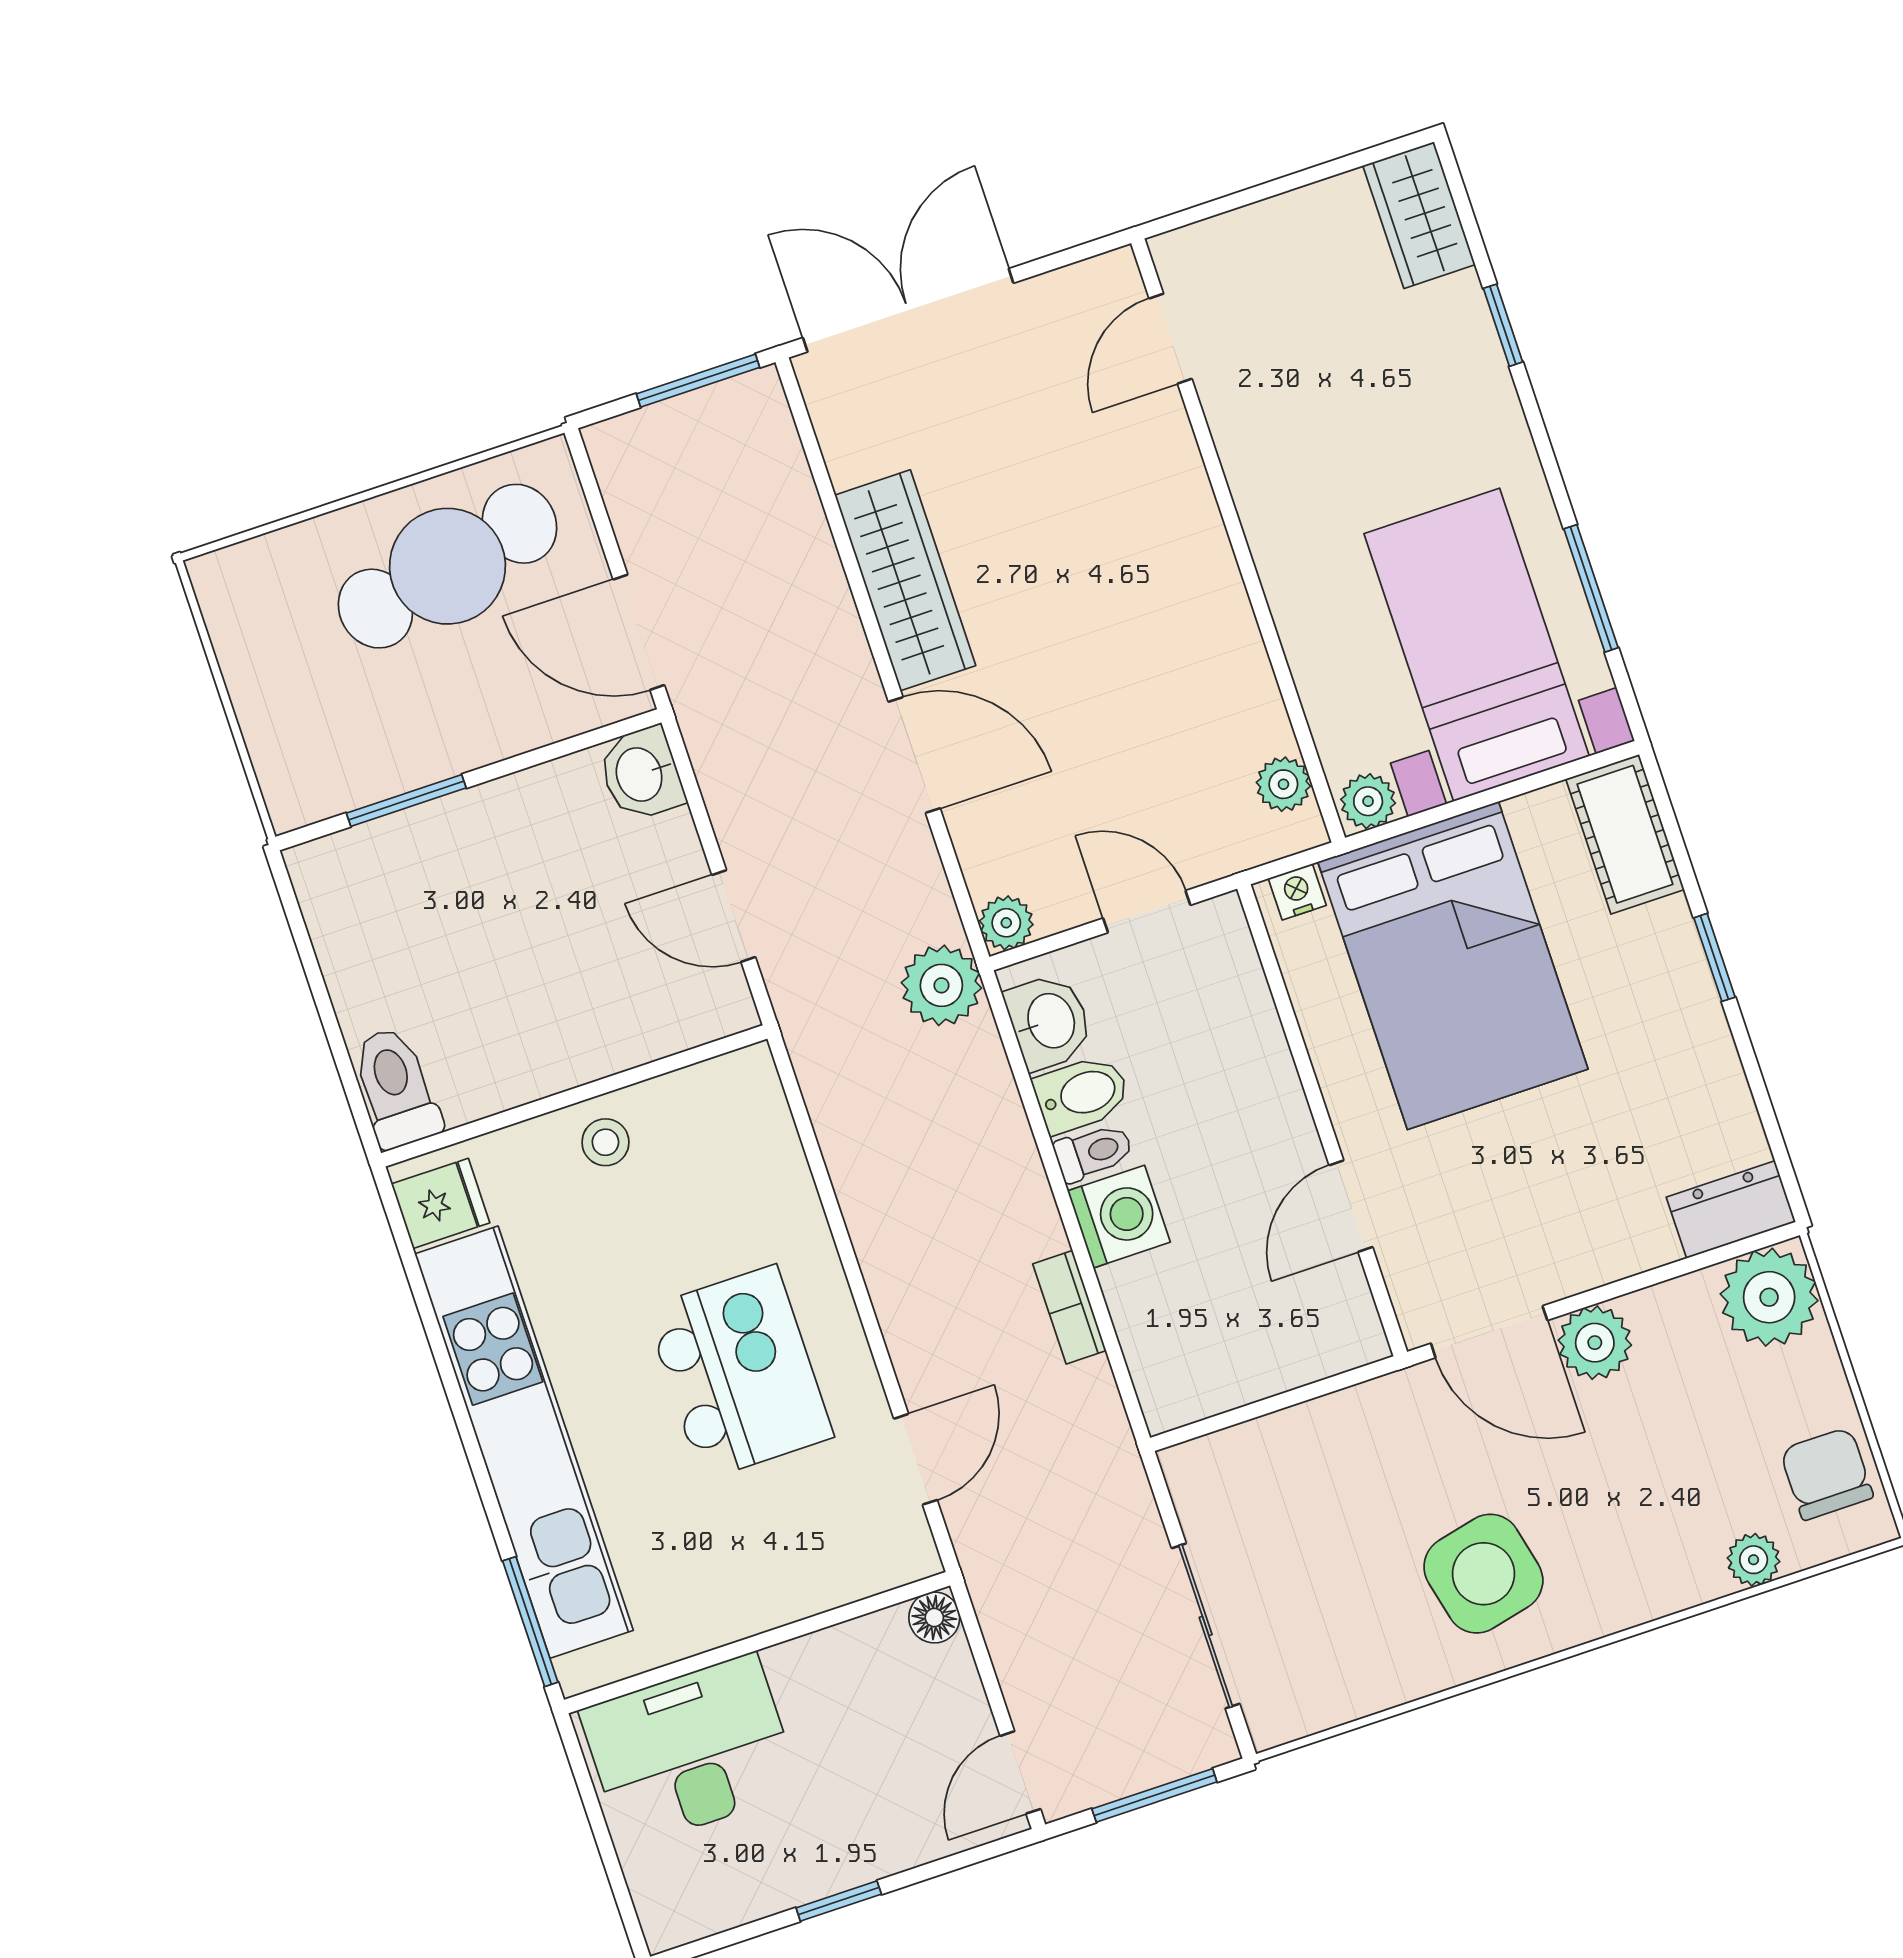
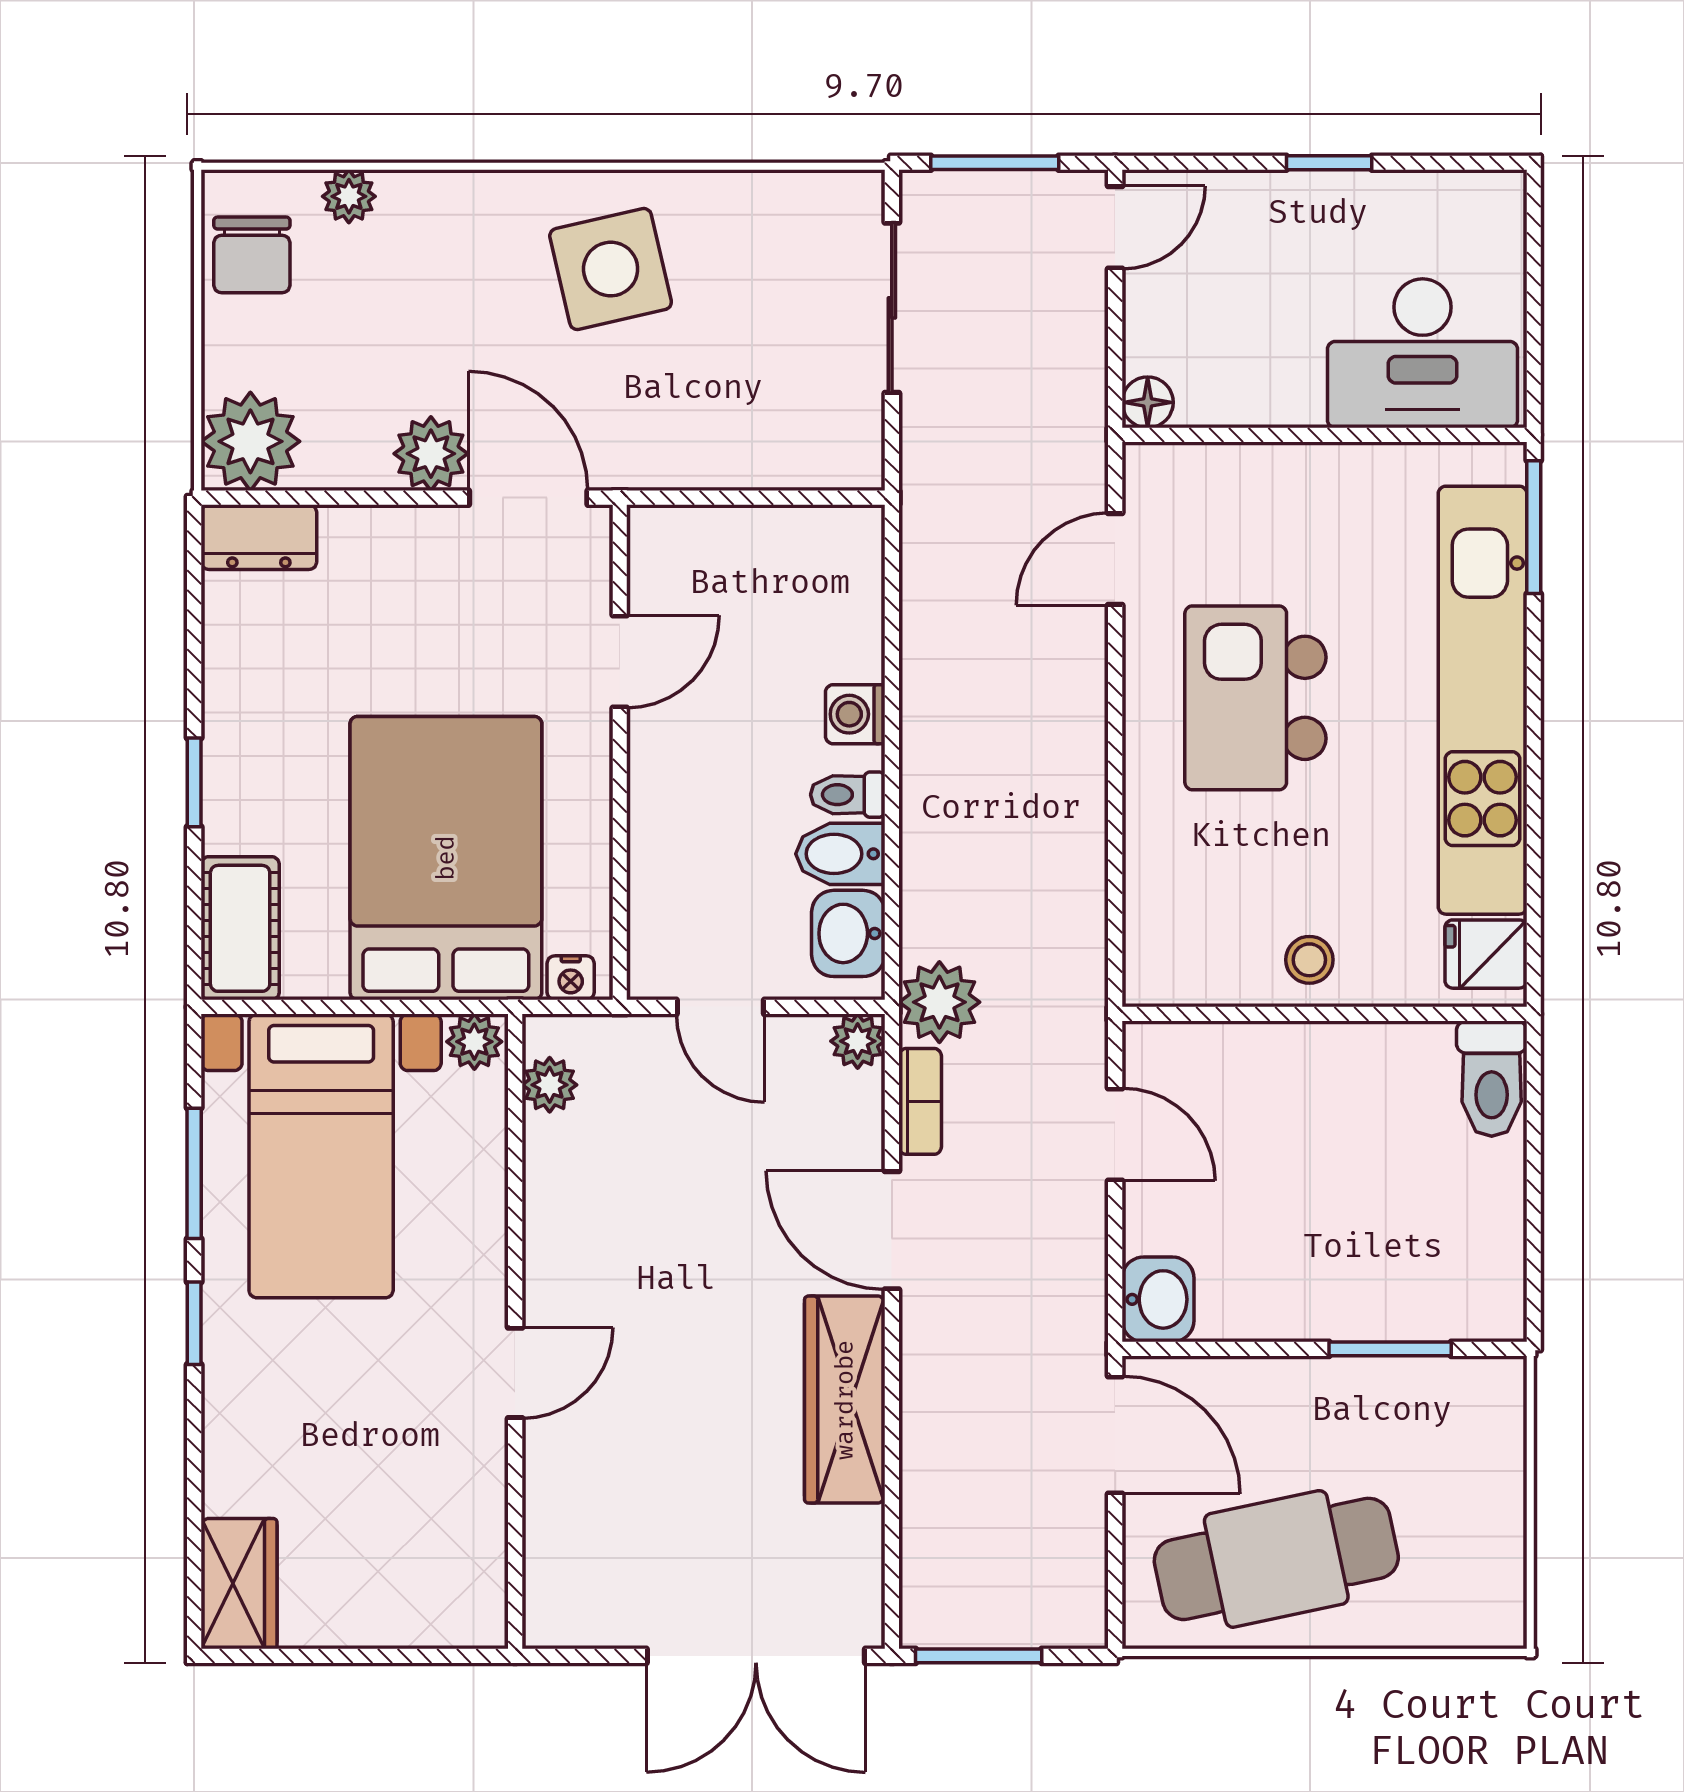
window: (1503, 325) -> (194, 1323), moved
door: (1170, 339) -> (515, 1373), moved
washing machine: (1119, 1217) -> (855, 714), width x0.73, depth x0.73
bookcase: (1069, 1307) -> (920, 1101), moved

